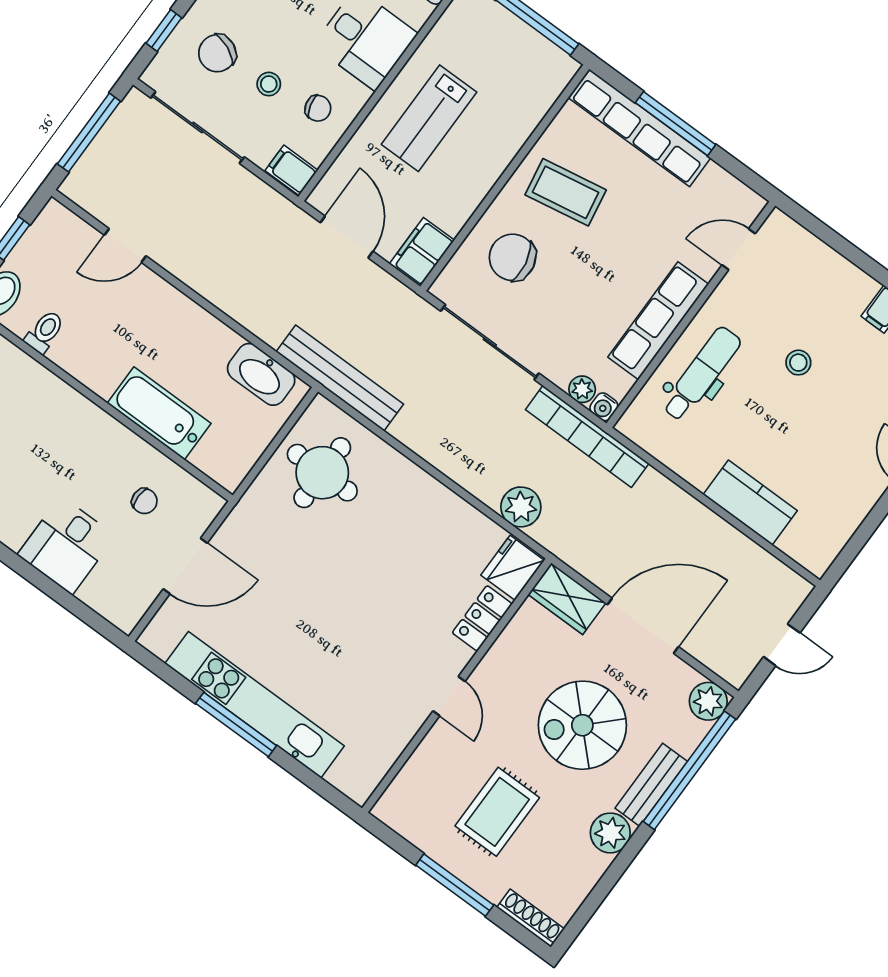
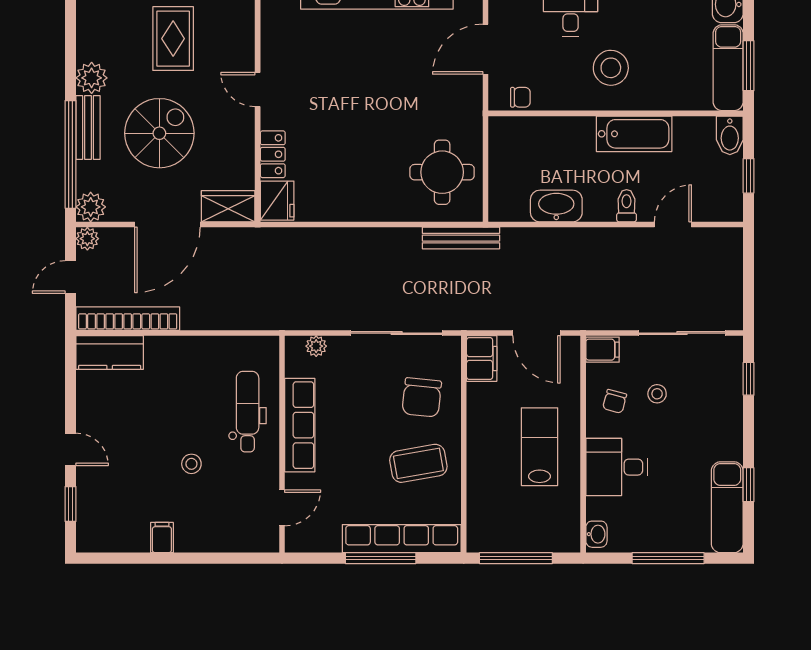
chair: (217, 53) -> (704, 389), removed
chair: (318, 108) -> (615, 401), turned -60
window: (89, 133) -> (749, 279), removed
chair: (513, 257) -> (422, 397), turned 107
toilet: (45, 332) -> (627, 206), moved, turned 180
washbasin: (261, 374) -> (556, 206), moved
dental chair: (702, 374) -> (248, 412), turned 180
bench: (340, 378) -> (461, 238), width x0.73, depth x0.82
water cooler: (604, 407) -> (294, 345), removed
bathtub: (159, 413) -> (634, 134), moved
bookcase: (587, 436) -> (128, 319), moved
stool: (71, 453) -> (611, 68), added
chair: (144, 501) -> (520, 97), moved, turned 180
kitchen counter: (750, 503) -> (110, 353), moved
plant: (521, 507) -> (87, 239), moved, width x0.73, depth x0.73

